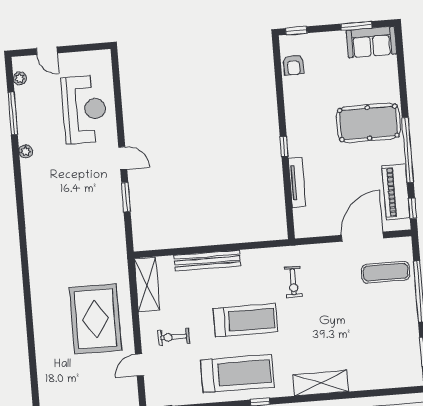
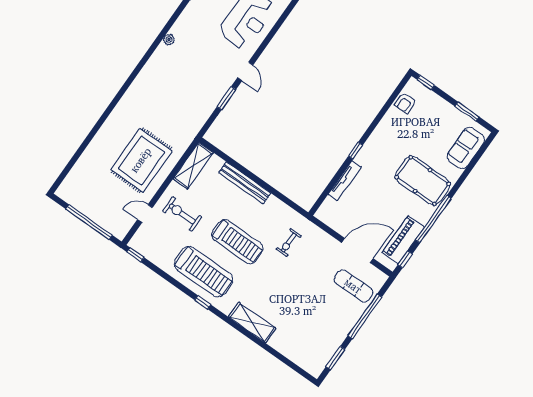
sofa: (371, 42) -> (466, 148), moved, turned 90
plant: (26, 151) -> (169, 39), moved
exercise bike: (174, 337) -> (182, 214), width x1.38, depth x1.39

